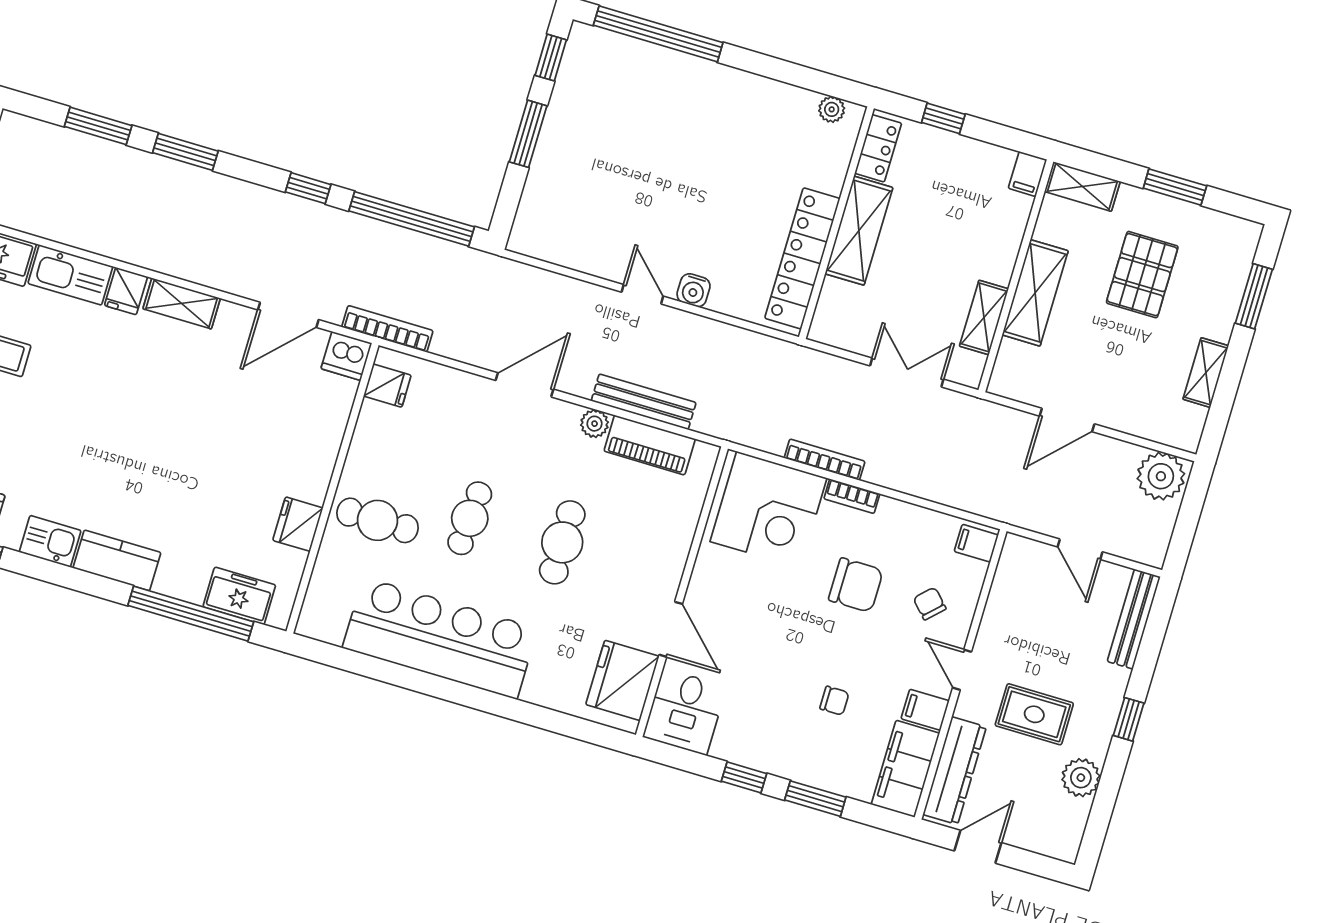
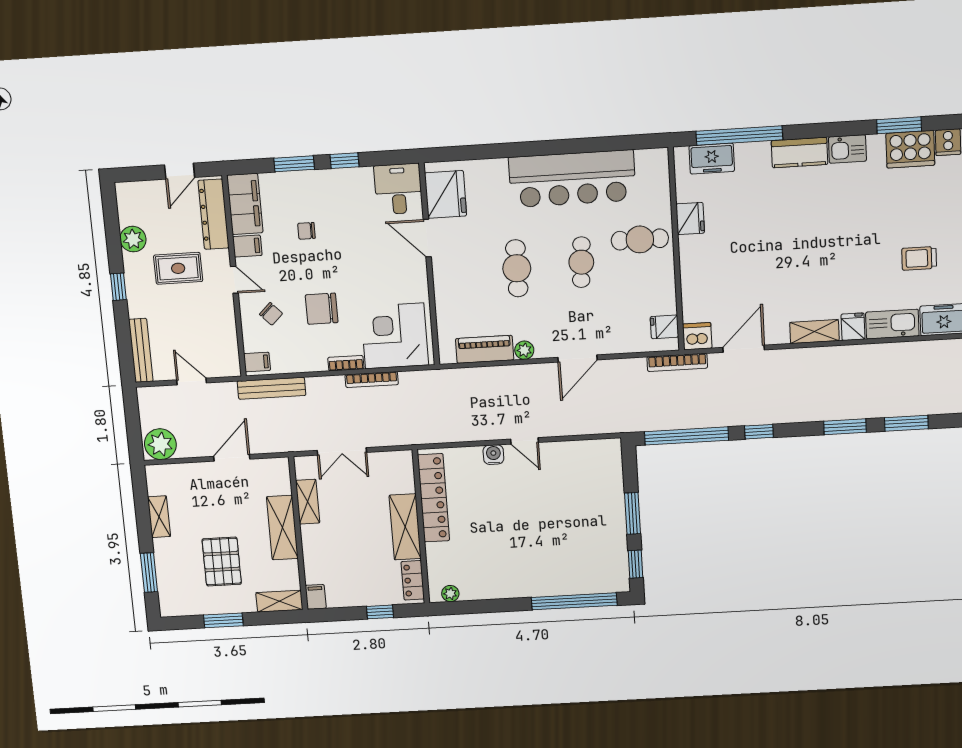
bench: (644, 402) -> (271, 388), moved

